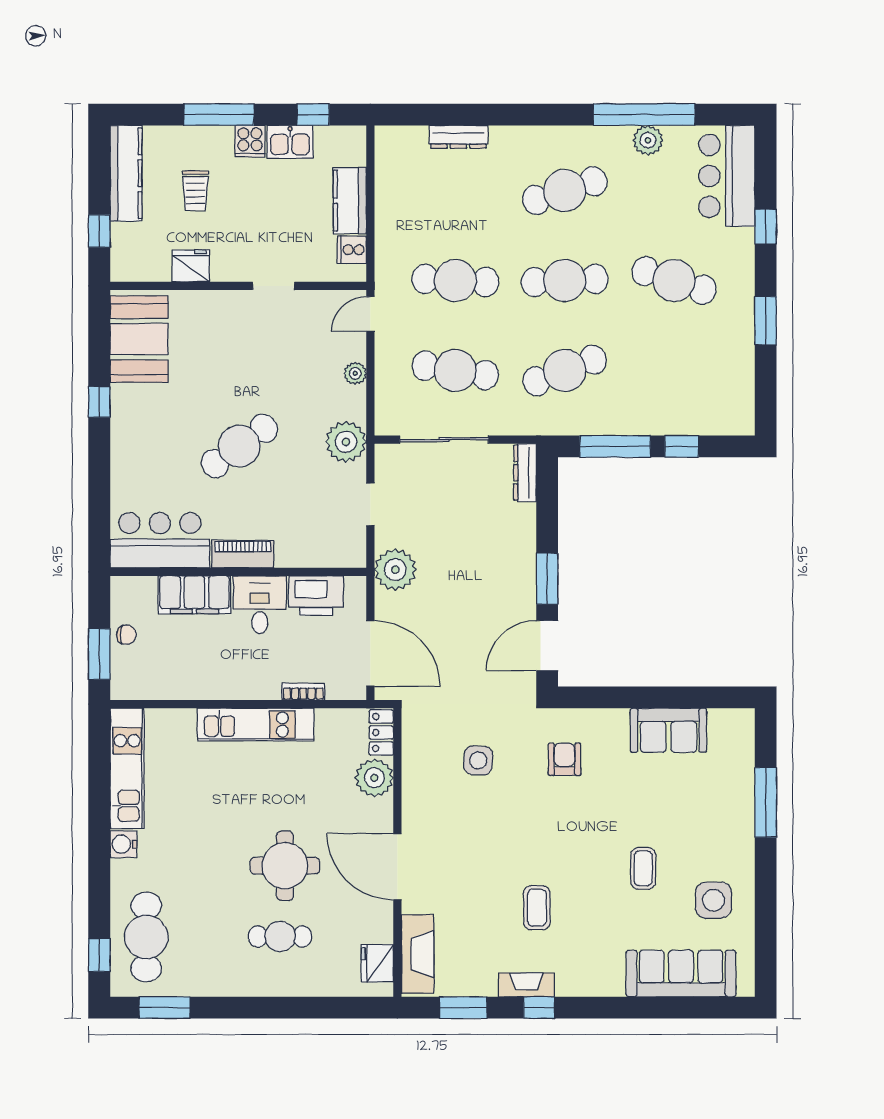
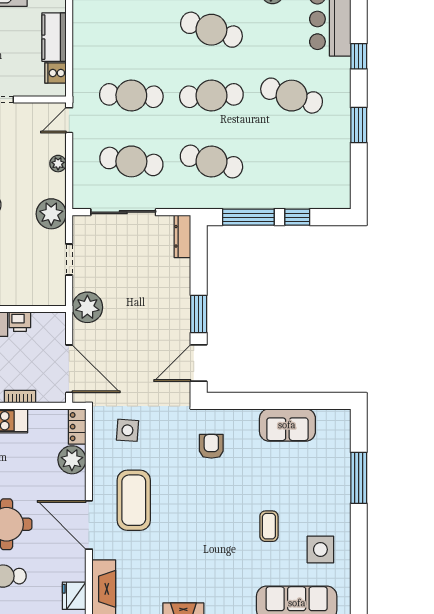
cafe table: (565, 191) -> (211, 30), turned 36
cafe table: (565, 370) -> (211, 161), turned 36
printer: (316, 596) -> (20, 322), width x0.53, depth x0.68
side table: (478, 760) -> (127, 430), moved
coffee table: (537, 908) -> (134, 500), moved, width x1.86, depth x1.72

